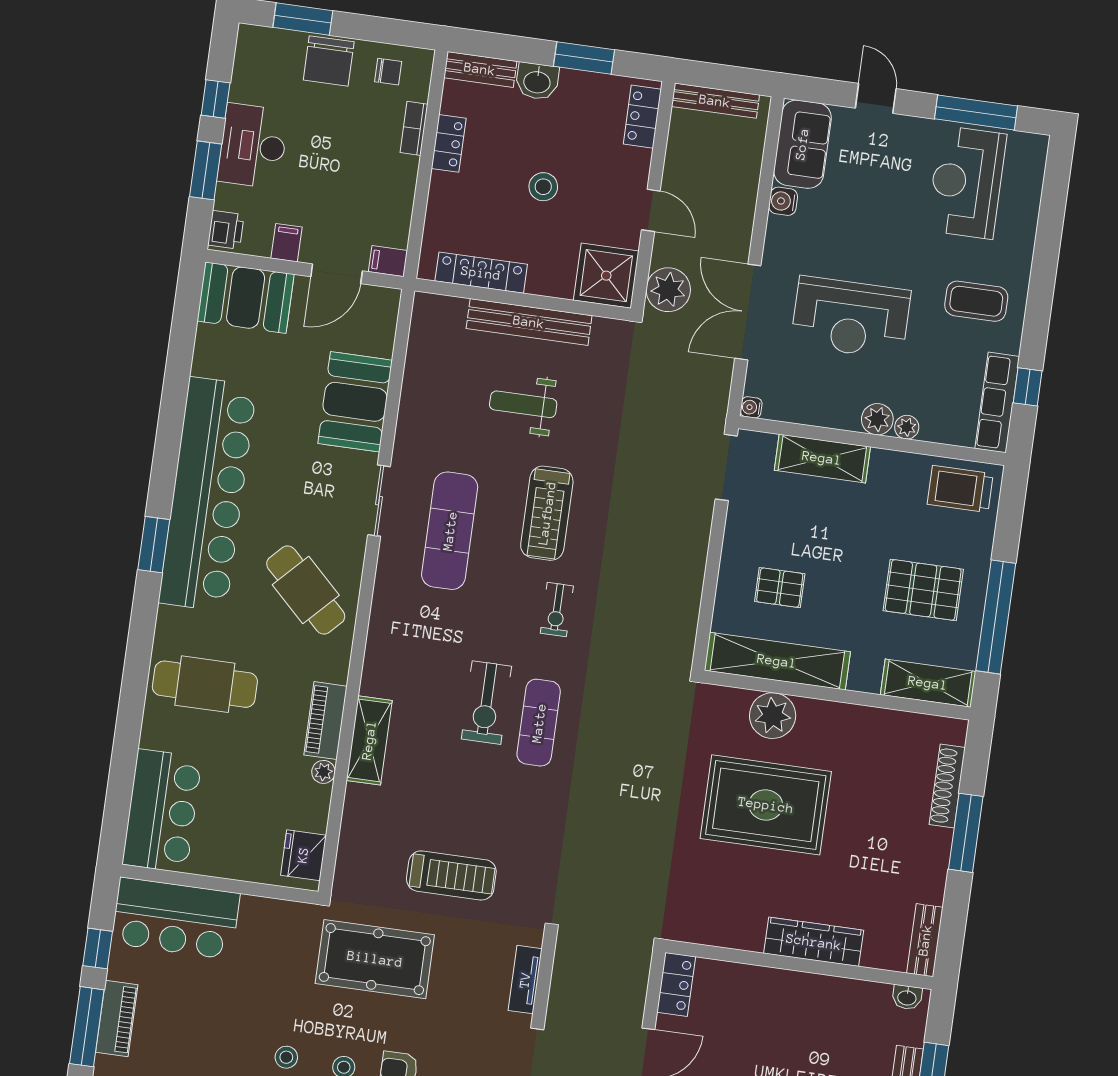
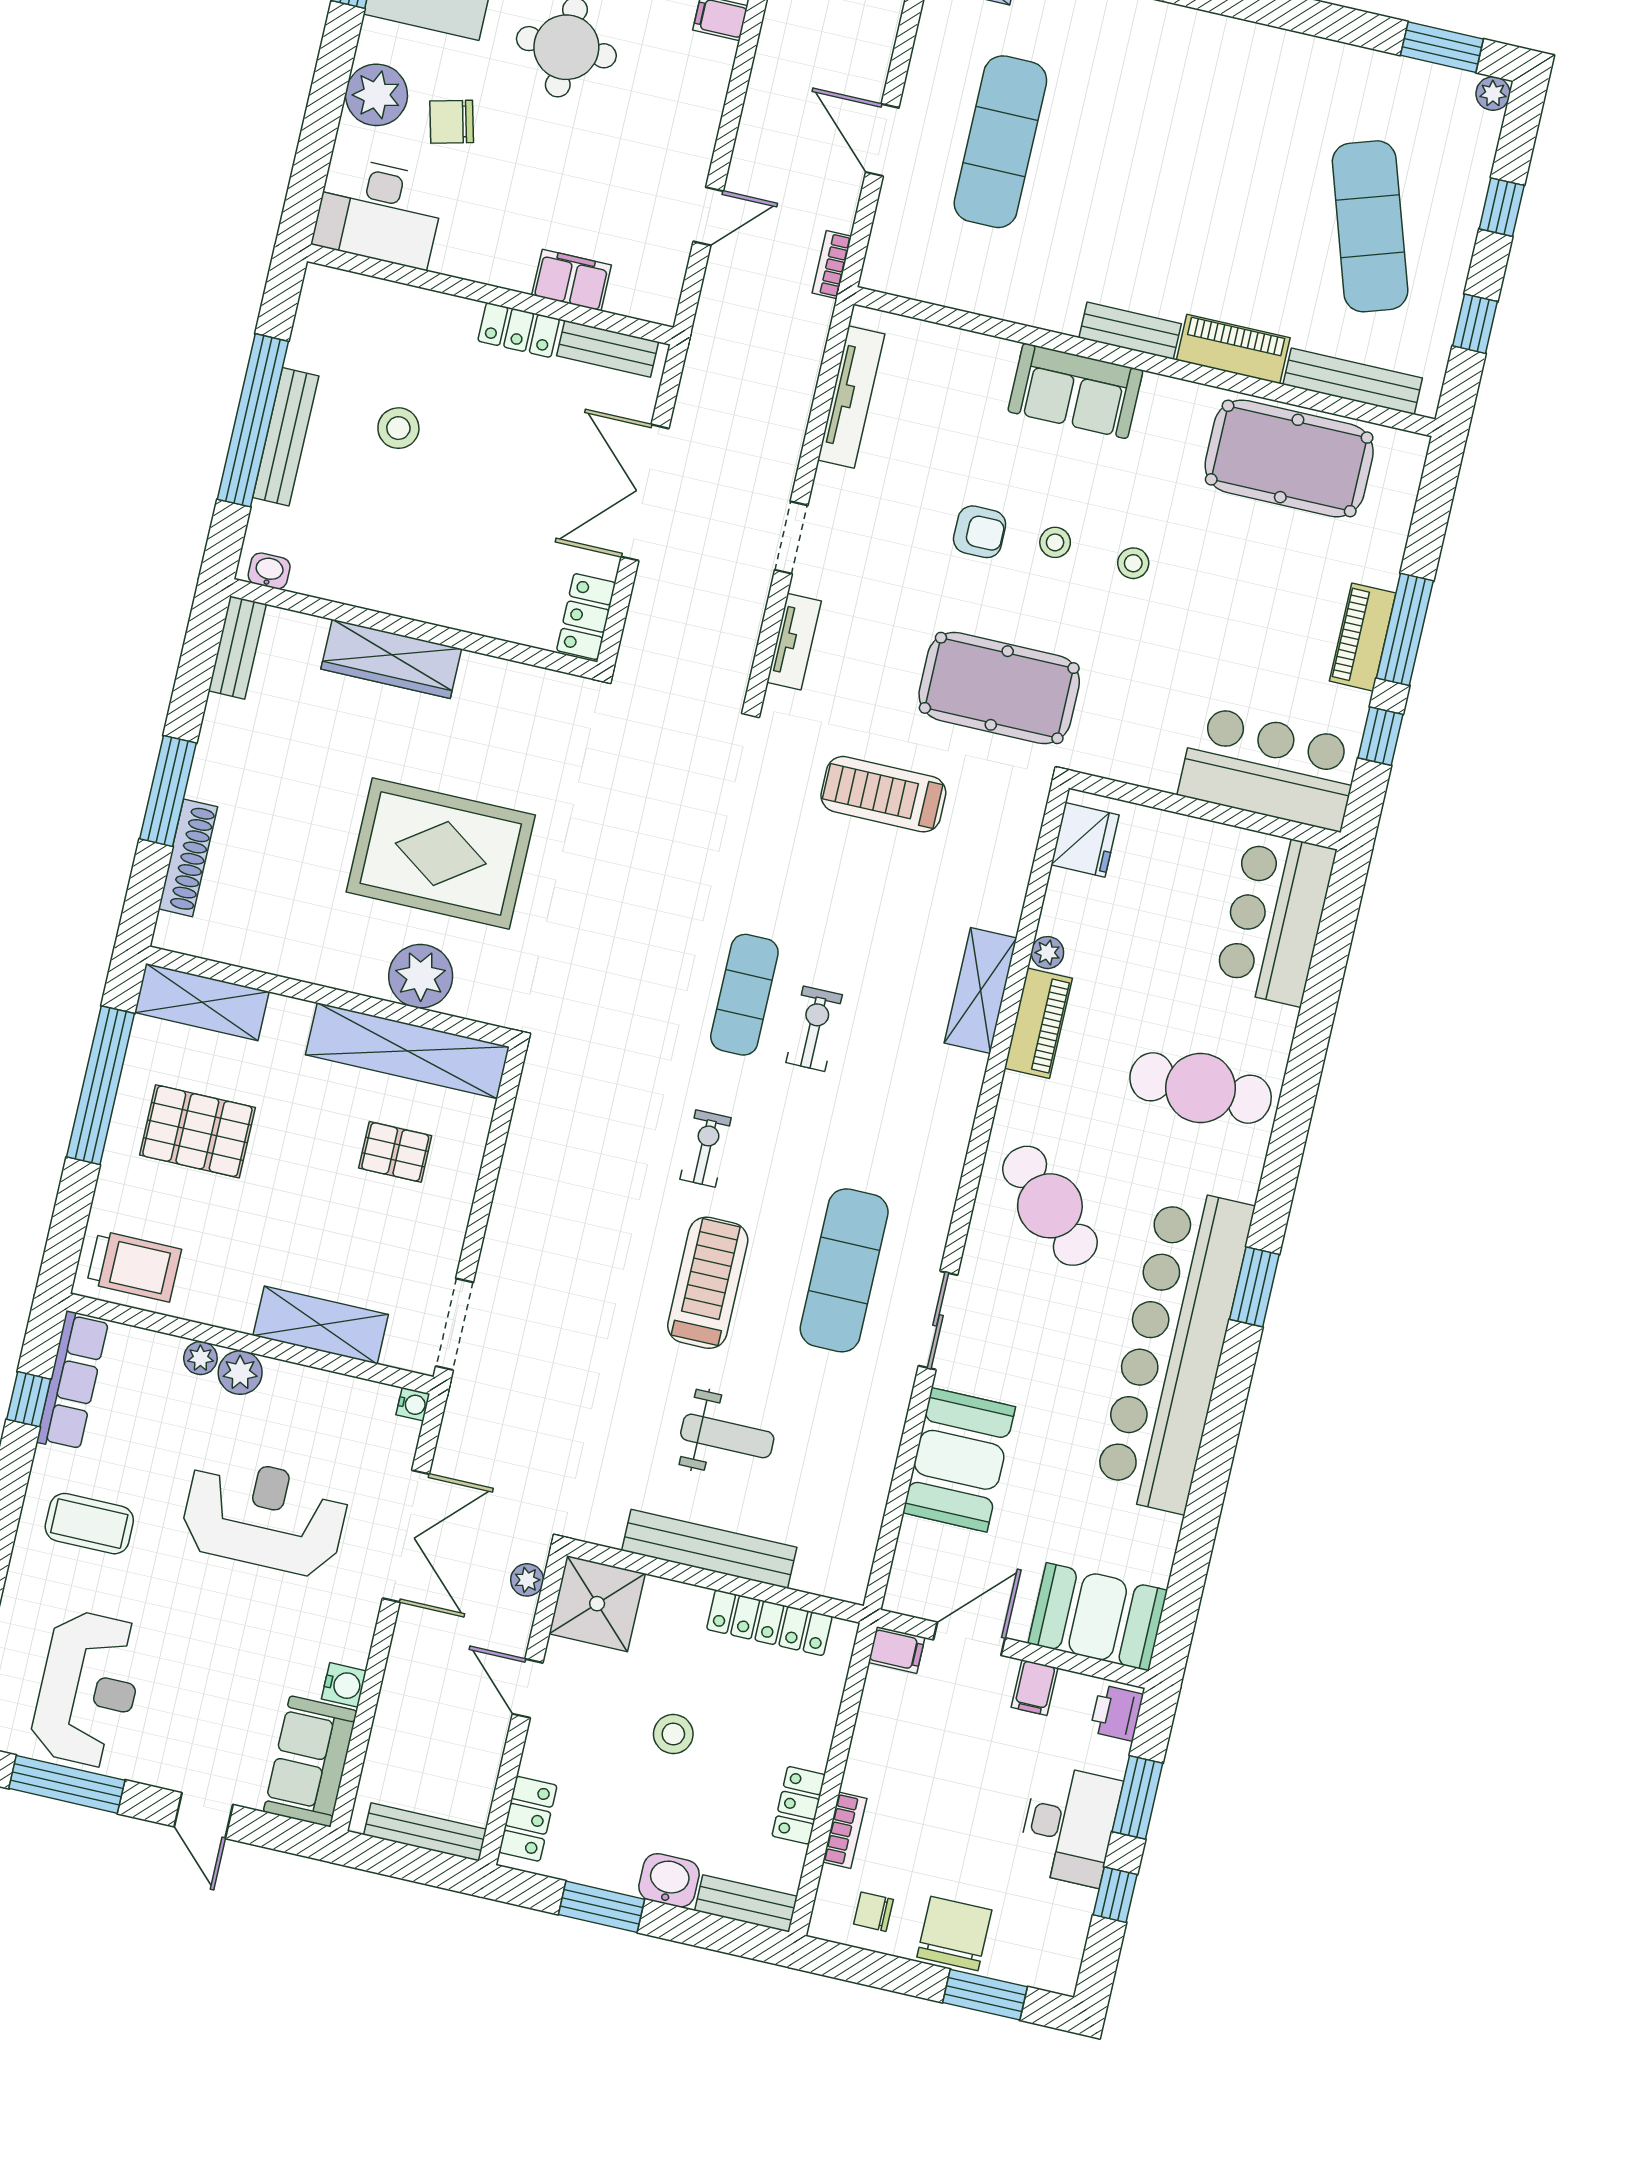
plant: (668, 290) -> (527, 1580), width x0.53, depth x0.53
exercise bike: (486, 703) -> (814, 1029), width x0.73, depth x0.72

